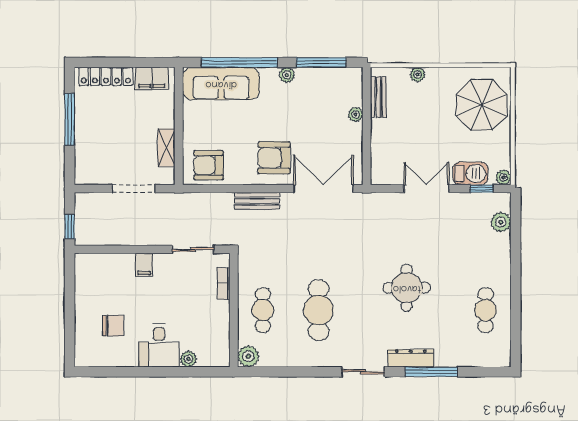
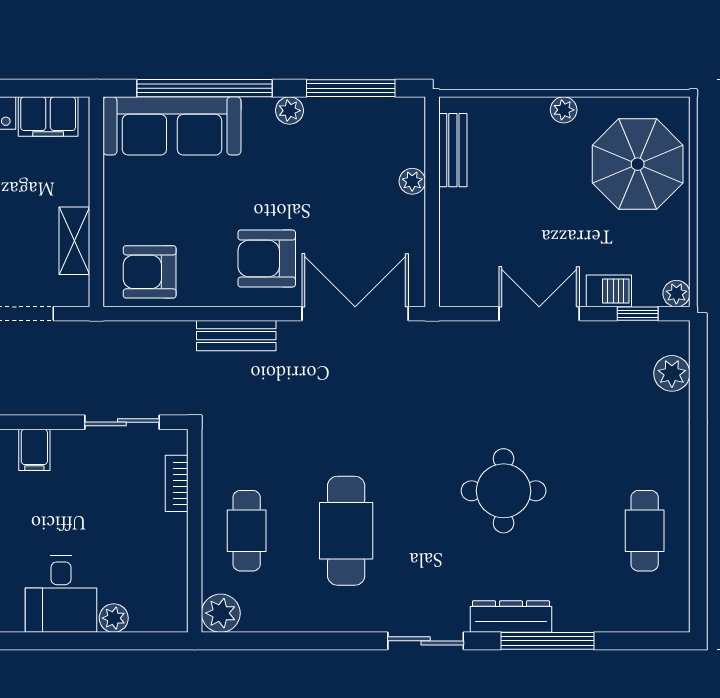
plant: (418, 75) -> (564, 110), moved
barbecue: (470, 173) -> (609, 291), width x0.73, depth x0.79

